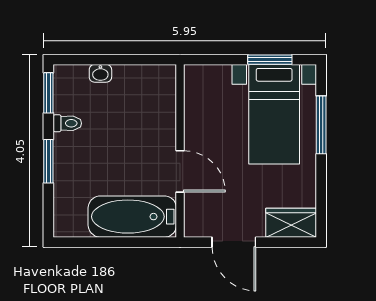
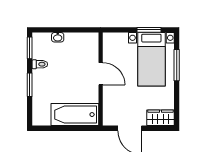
door: (180, 171) -> (101, 74), moved

